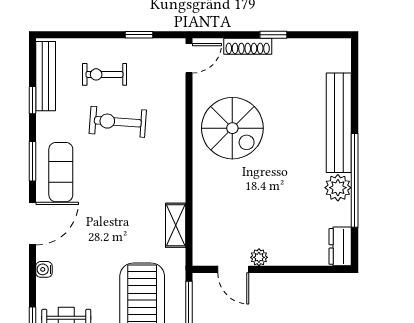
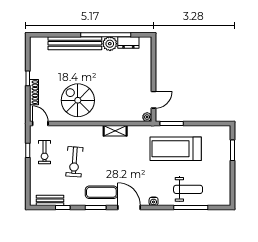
exercise bike: (104, 74) -> (45, 152), moved
bench: (46, 76) -> (50, 200), width x0.73
spiral stairs: (232, 128) -> (78, 100), turned -90
shelving: (176, 225) -> (115, 131), moved
dresser: (340, 246) -> (128, 42), moved
plant: (259, 257) -> (147, 117), moved

